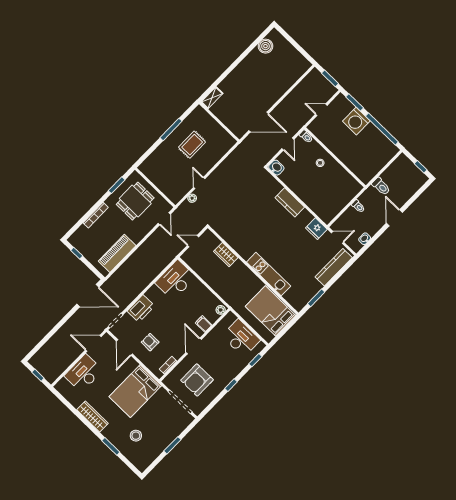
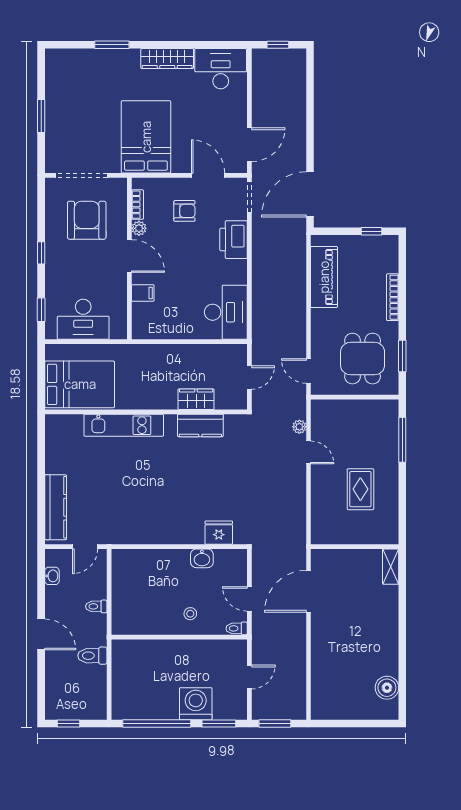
window: (171, 129) -> (402, 440), moved
washbasin: (276, 168) -> (202, 558), moved
kitchen counter: (290, 202) -> (200, 425), moved, turned 180
fridge: (316, 229) -> (219, 533), moved
window: (316, 298) -> (41, 452), removed
plant: (221, 310) -> (139, 228), moved
desk: (84, 373) -> (221, 69), moved, turned -90
stool: (136, 436) -> (95, 86), removed

